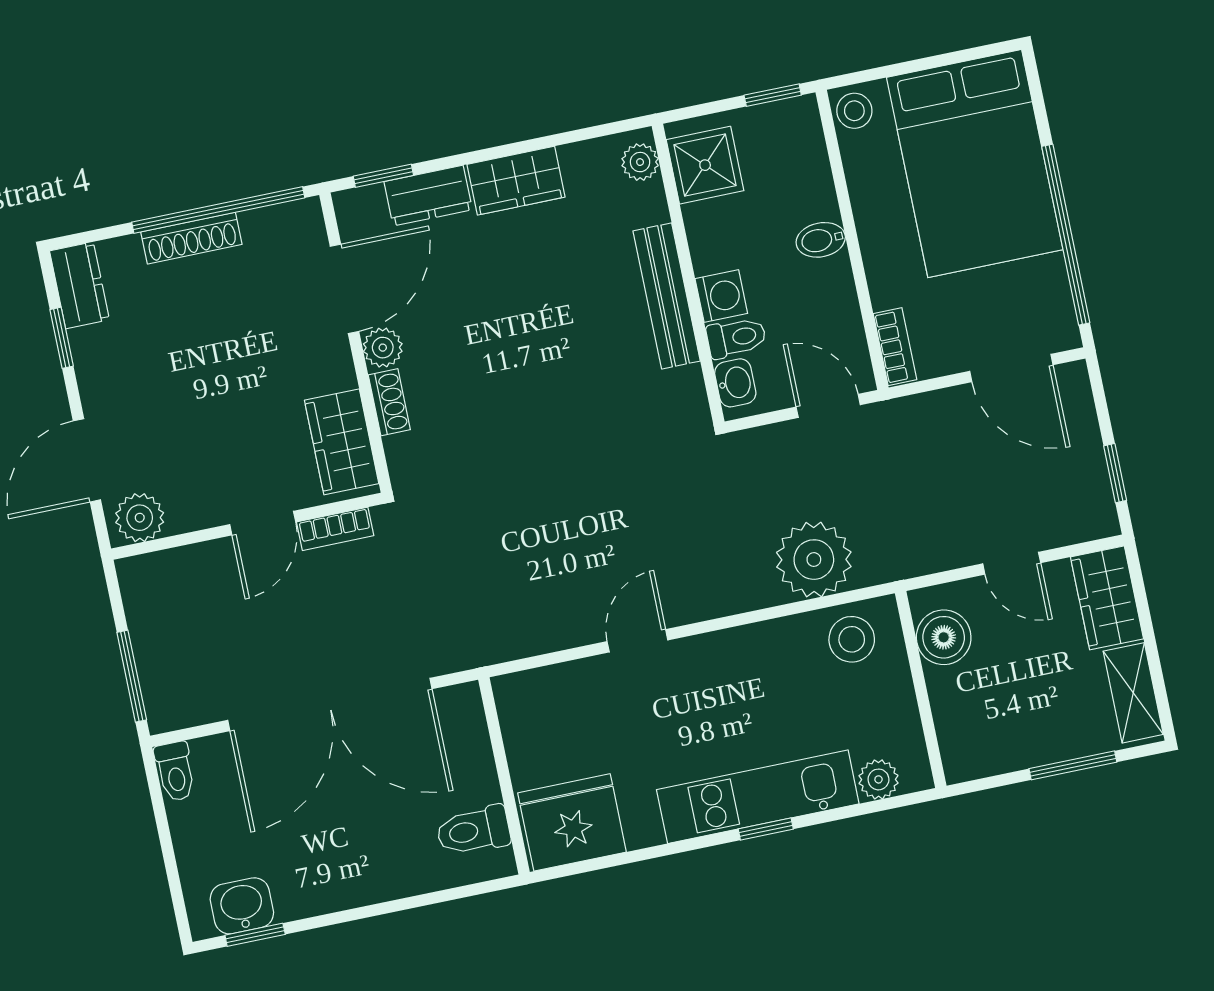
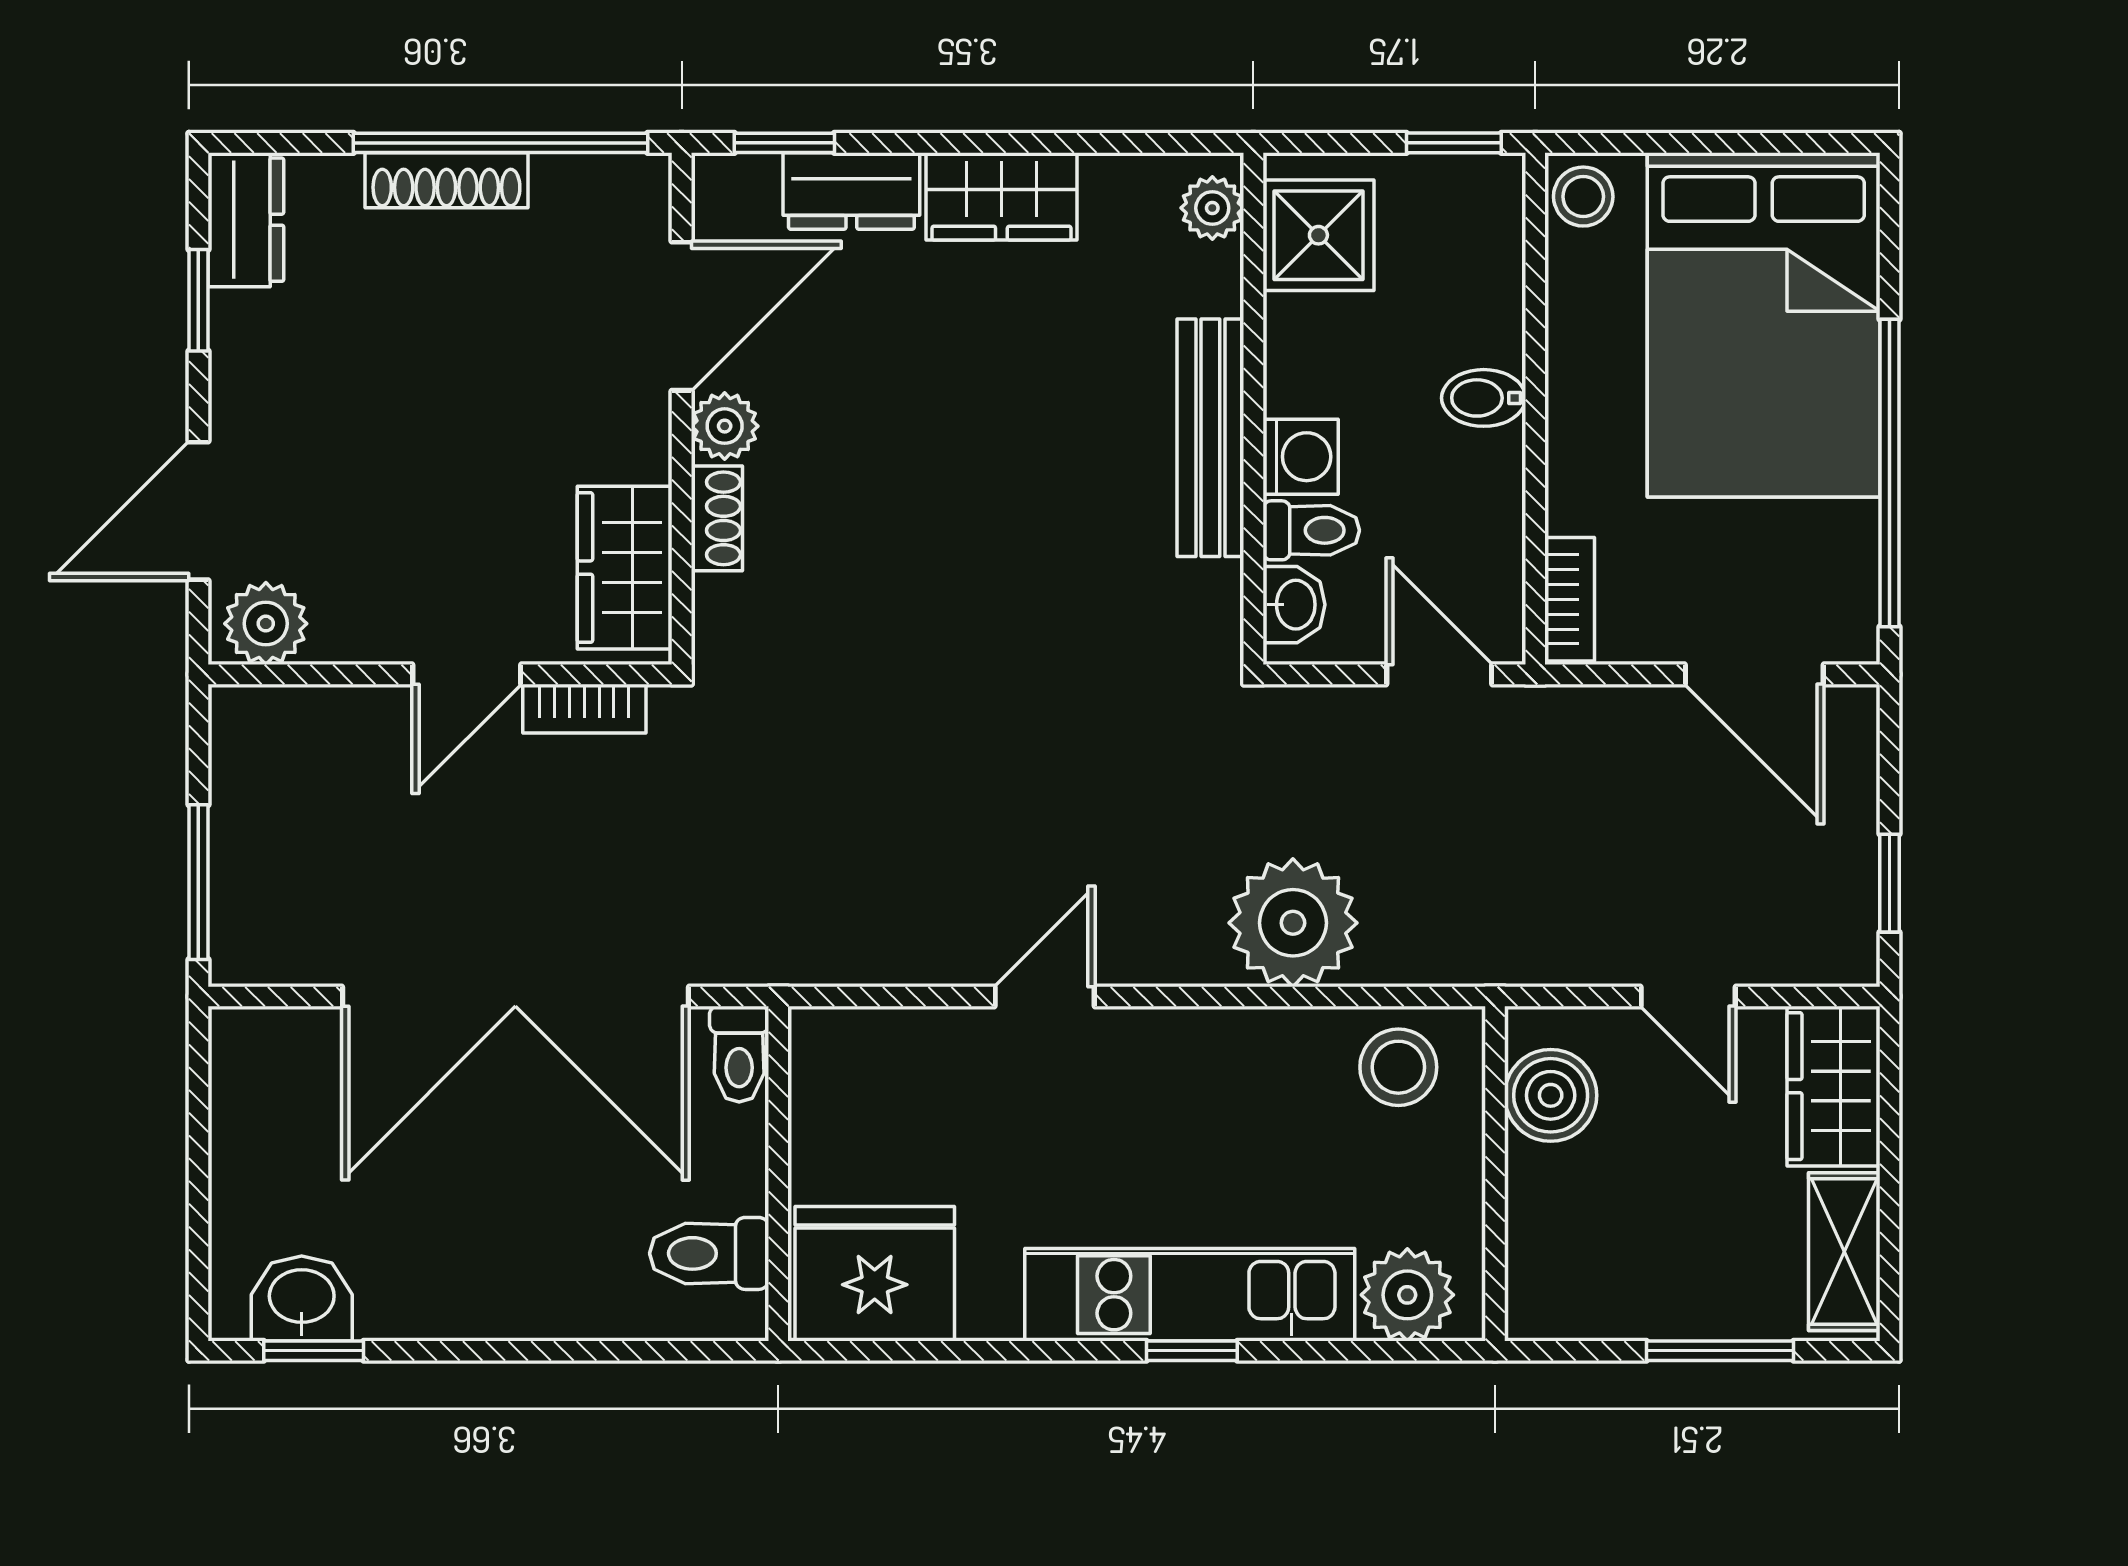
plant: (814, 560) -> (1293, 923), moved
toilet: (175, 771) -> (739, 1054), moved
plant: (878, 779) -> (1407, 1295), width x1.38, depth x1.38

